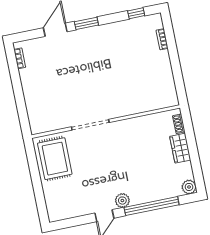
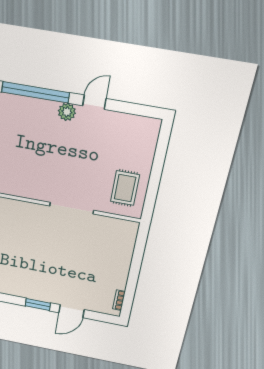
rug: (55, 159) -> (125, 188), width x0.73, depth x0.70

